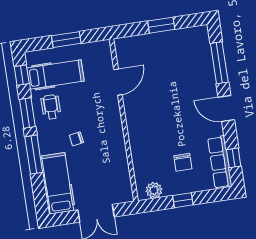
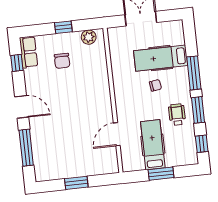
hospital bed: (55, 75) -> (153, 145), moved, turned 90
wheelchair: (51, 107) -> (177, 115), turned 180
chair: (183, 162) -> (62, 61), turned 180
row of seats: (220, 162) -> (29, 52), width x0.68
hospital bed: (58, 183) -> (161, 58), moved, turned 90

